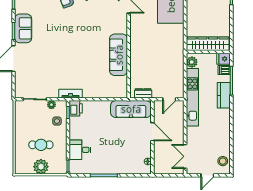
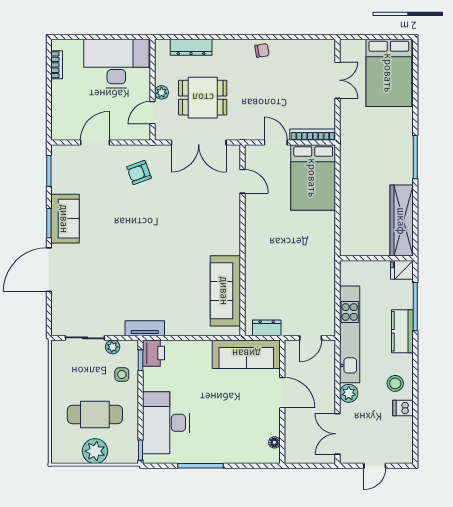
wardrobe: (208, 44) -> (402, 221), moved, turned -90
sofa: (119, 55) -> (225, 291), moved
plant: (192, 62) -> (349, 393), moved
dishwasher: (224, 70) -> (403, 408), moved
cafe table: (41, 145) -> (95, 414), width x1.37, depth x1.35
desk: (80, 150) -> (166, 423), width x1.87, depth x1.30
stool: (223, 161) -> (395, 383), moved

